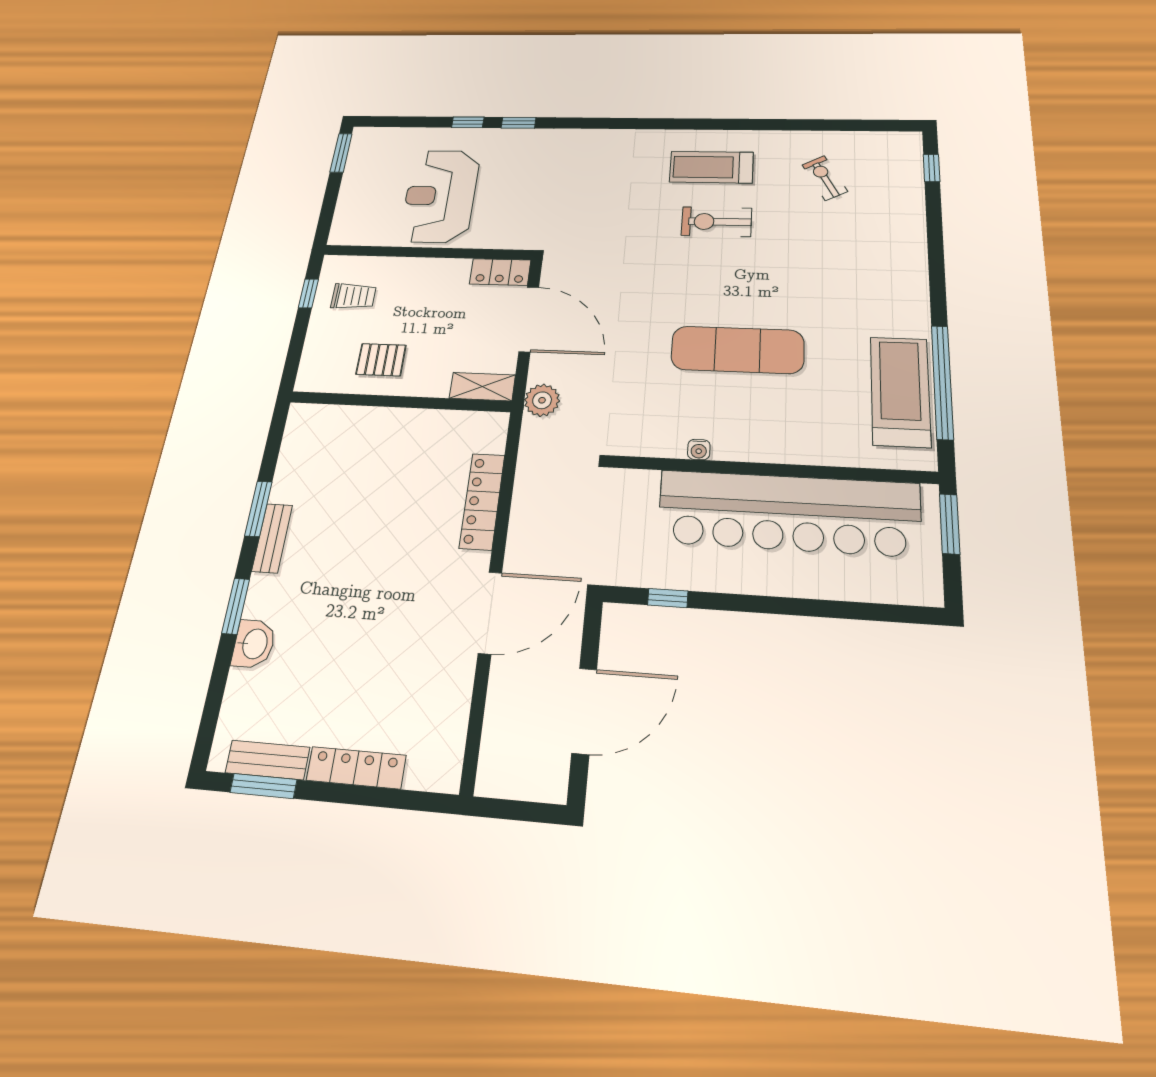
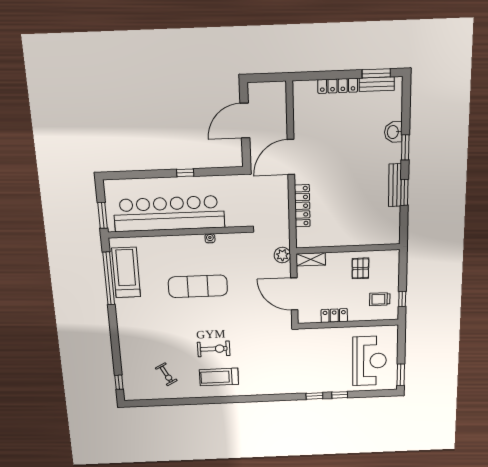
treadmill: (711, 167) -> (219, 377), turned 180
reception desk: (440, 196) -> (370, 361), moved
locker: (500, 272) -> (334, 316), moved
pallet: (381, 360) -> (360, 268), turned 90
treadmill: (900, 391) -> (126, 273), turned 180
bench: (272, 538) -> (395, 185), width x1.36
window: (668, 598) -> (185, 173), moved

